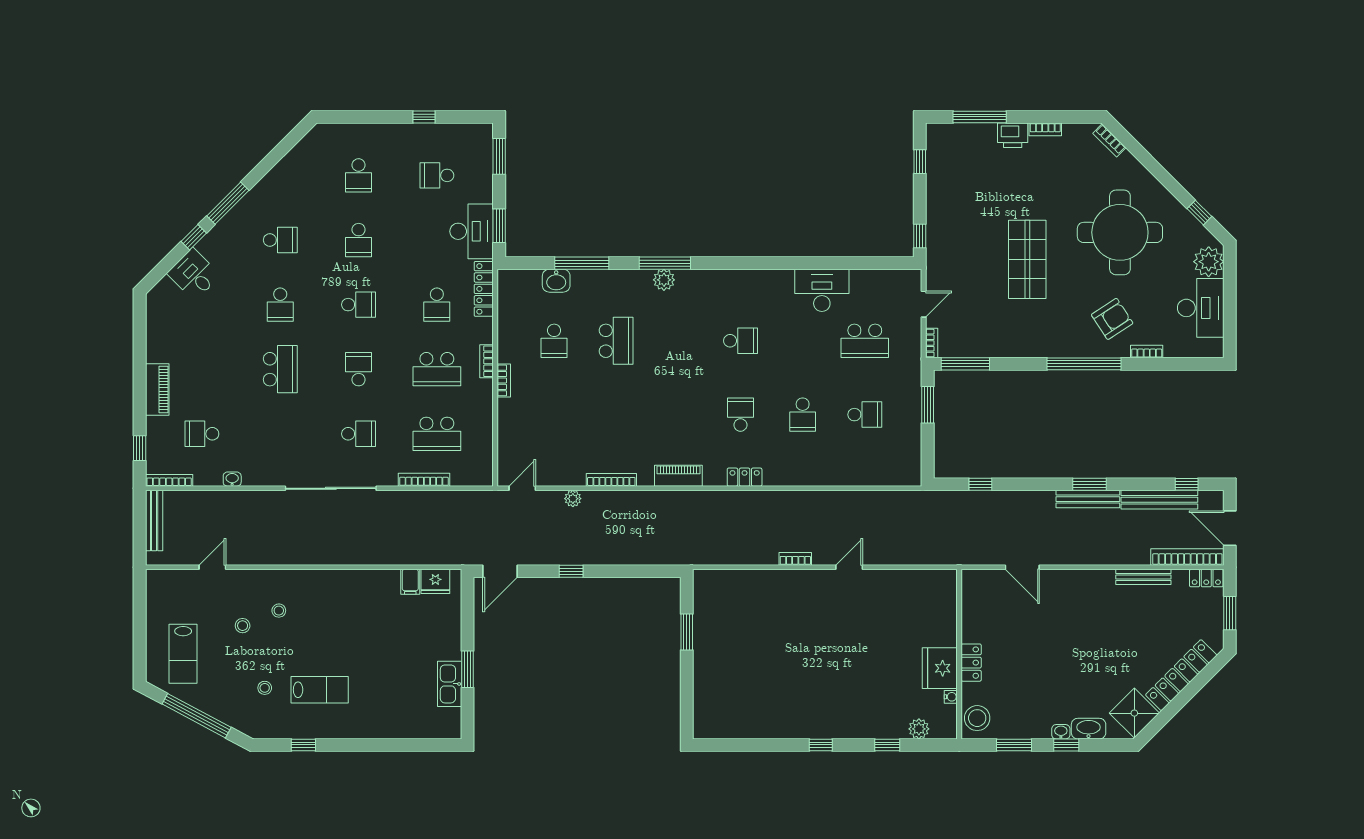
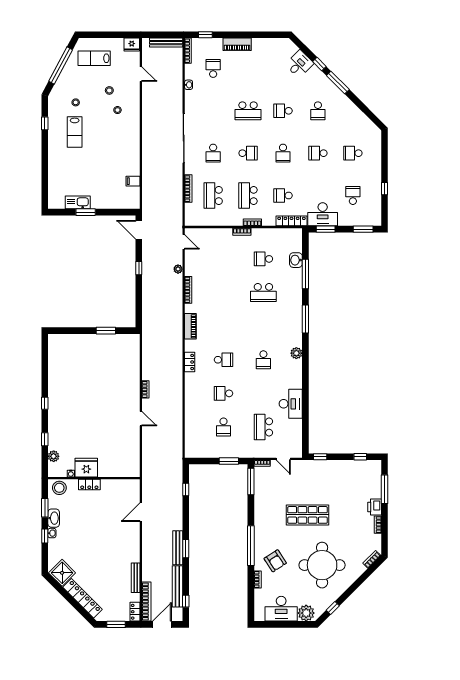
plant: (664, 280) -> (296, 353), moved
fridge: (435, 581) -> (132, 45), moved, turned -90
washbasin: (1089, 729) -> (54, 518), moved

